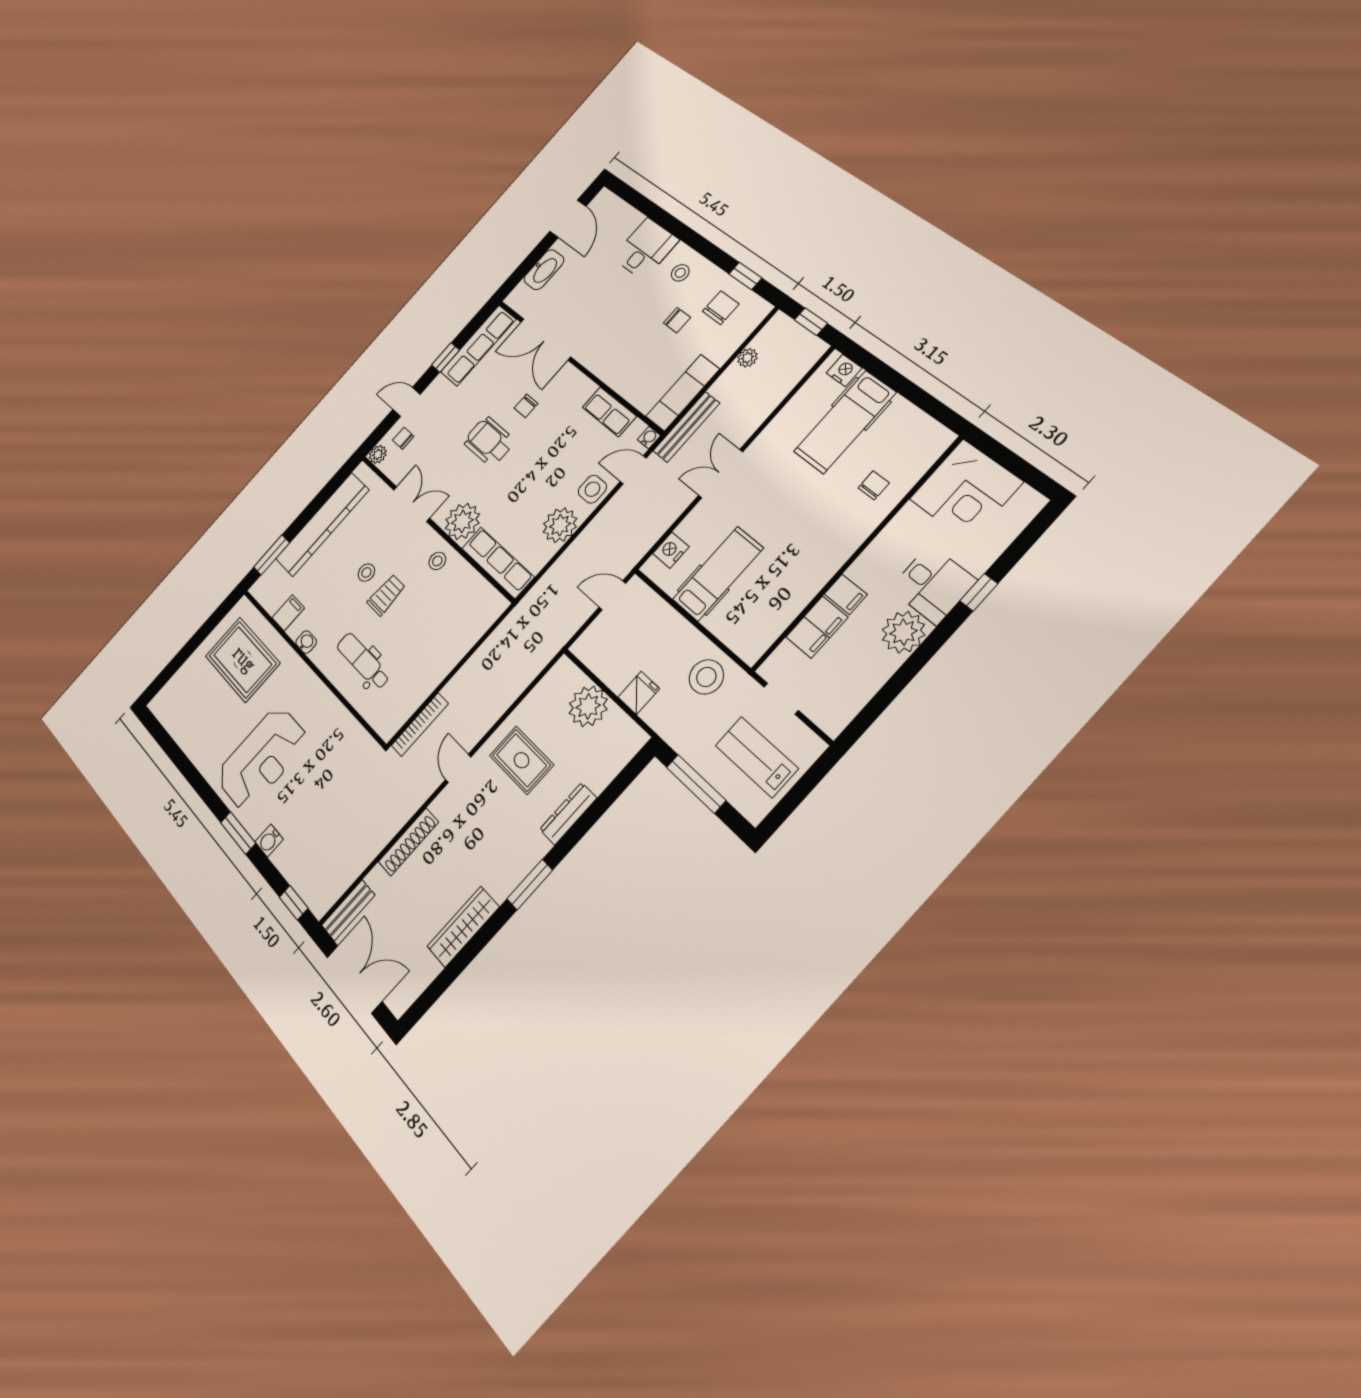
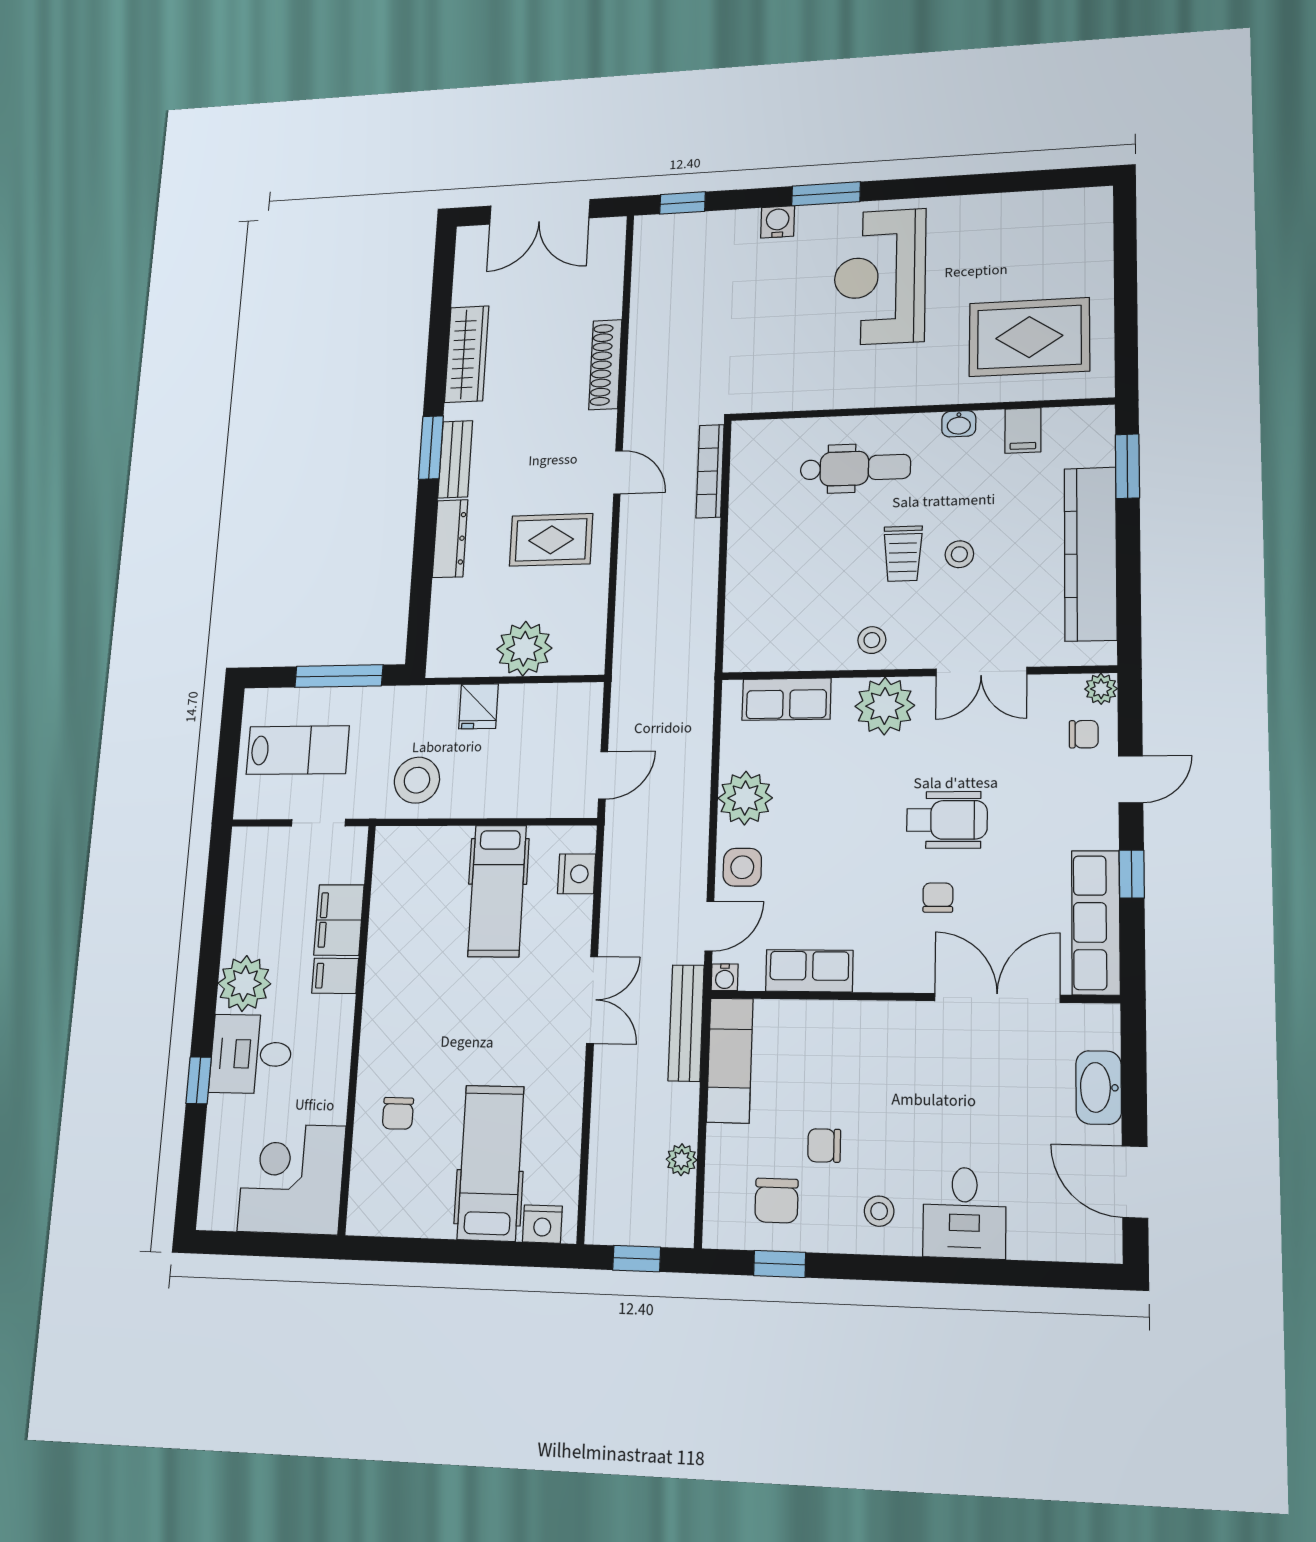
row of seats: (498, 563) -> (786, 699), width x0.68
bench: (348, 910) -> (455, 459), moved

